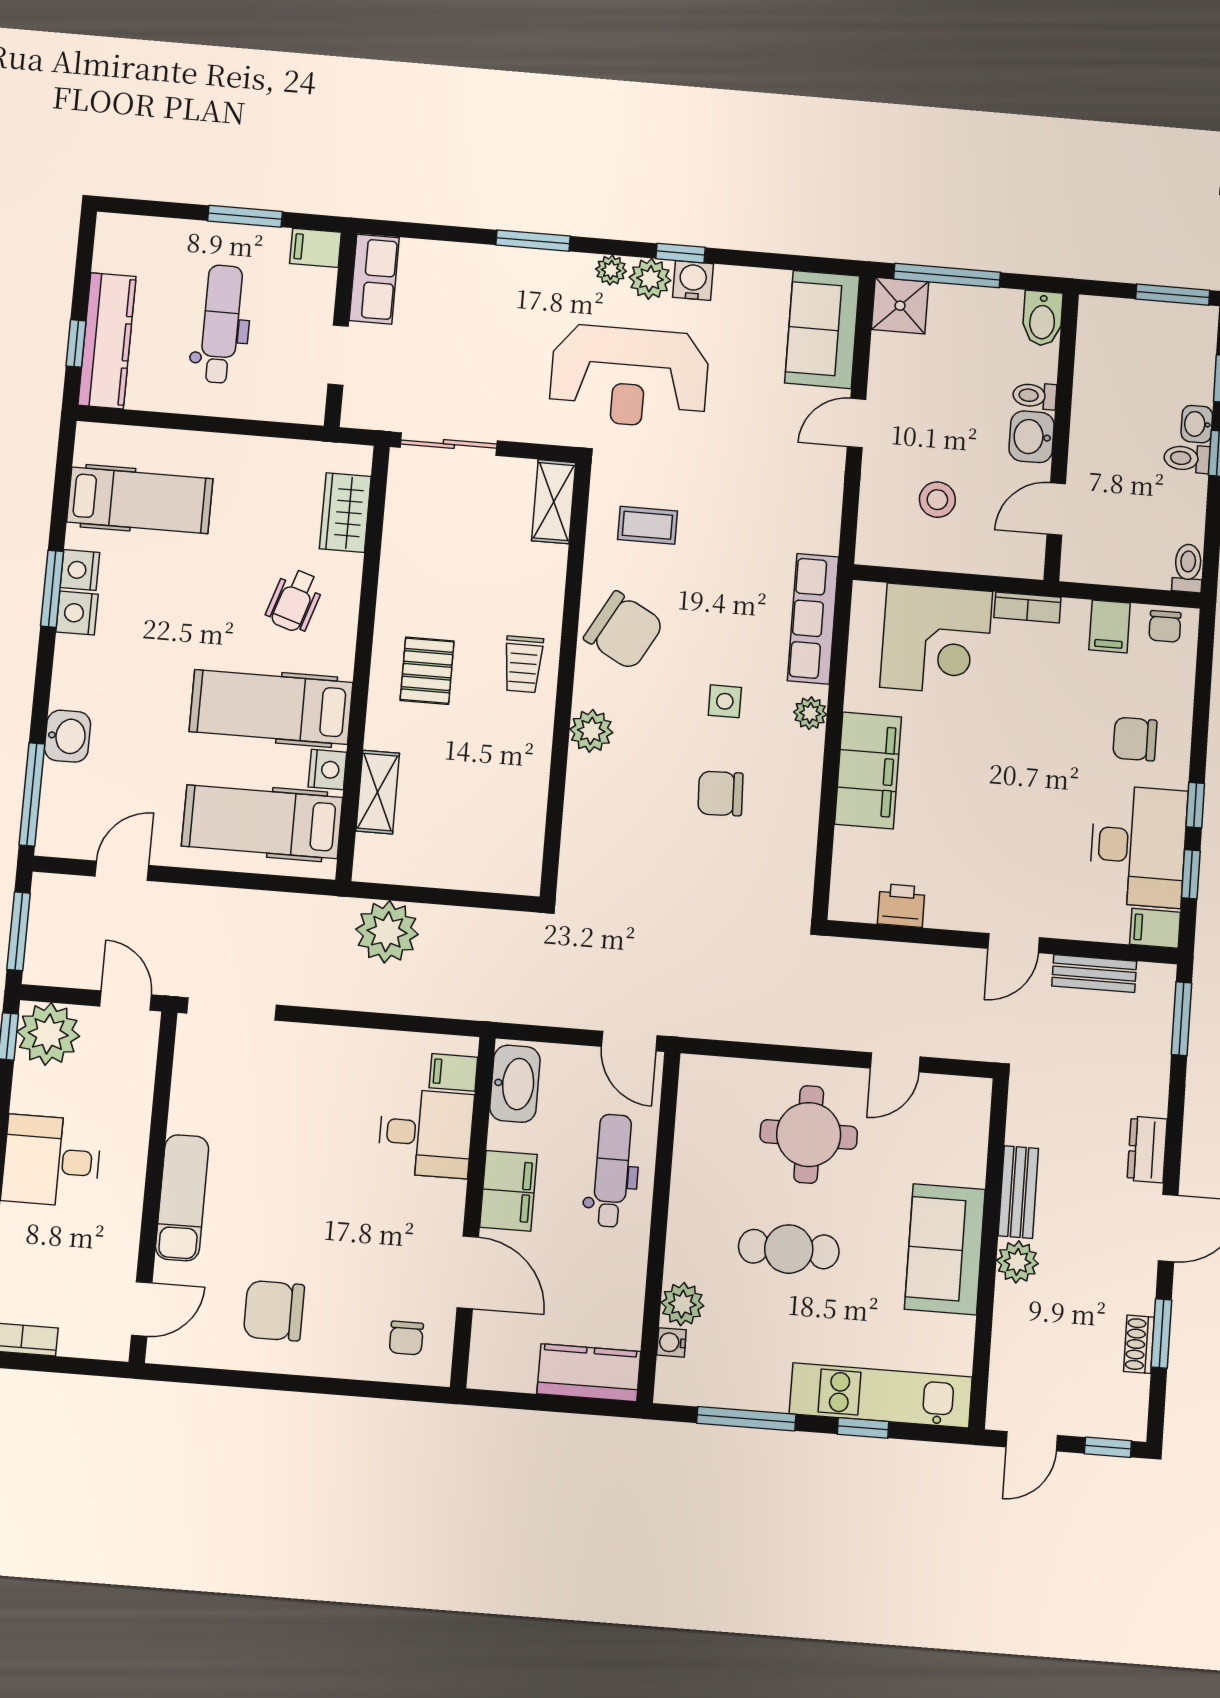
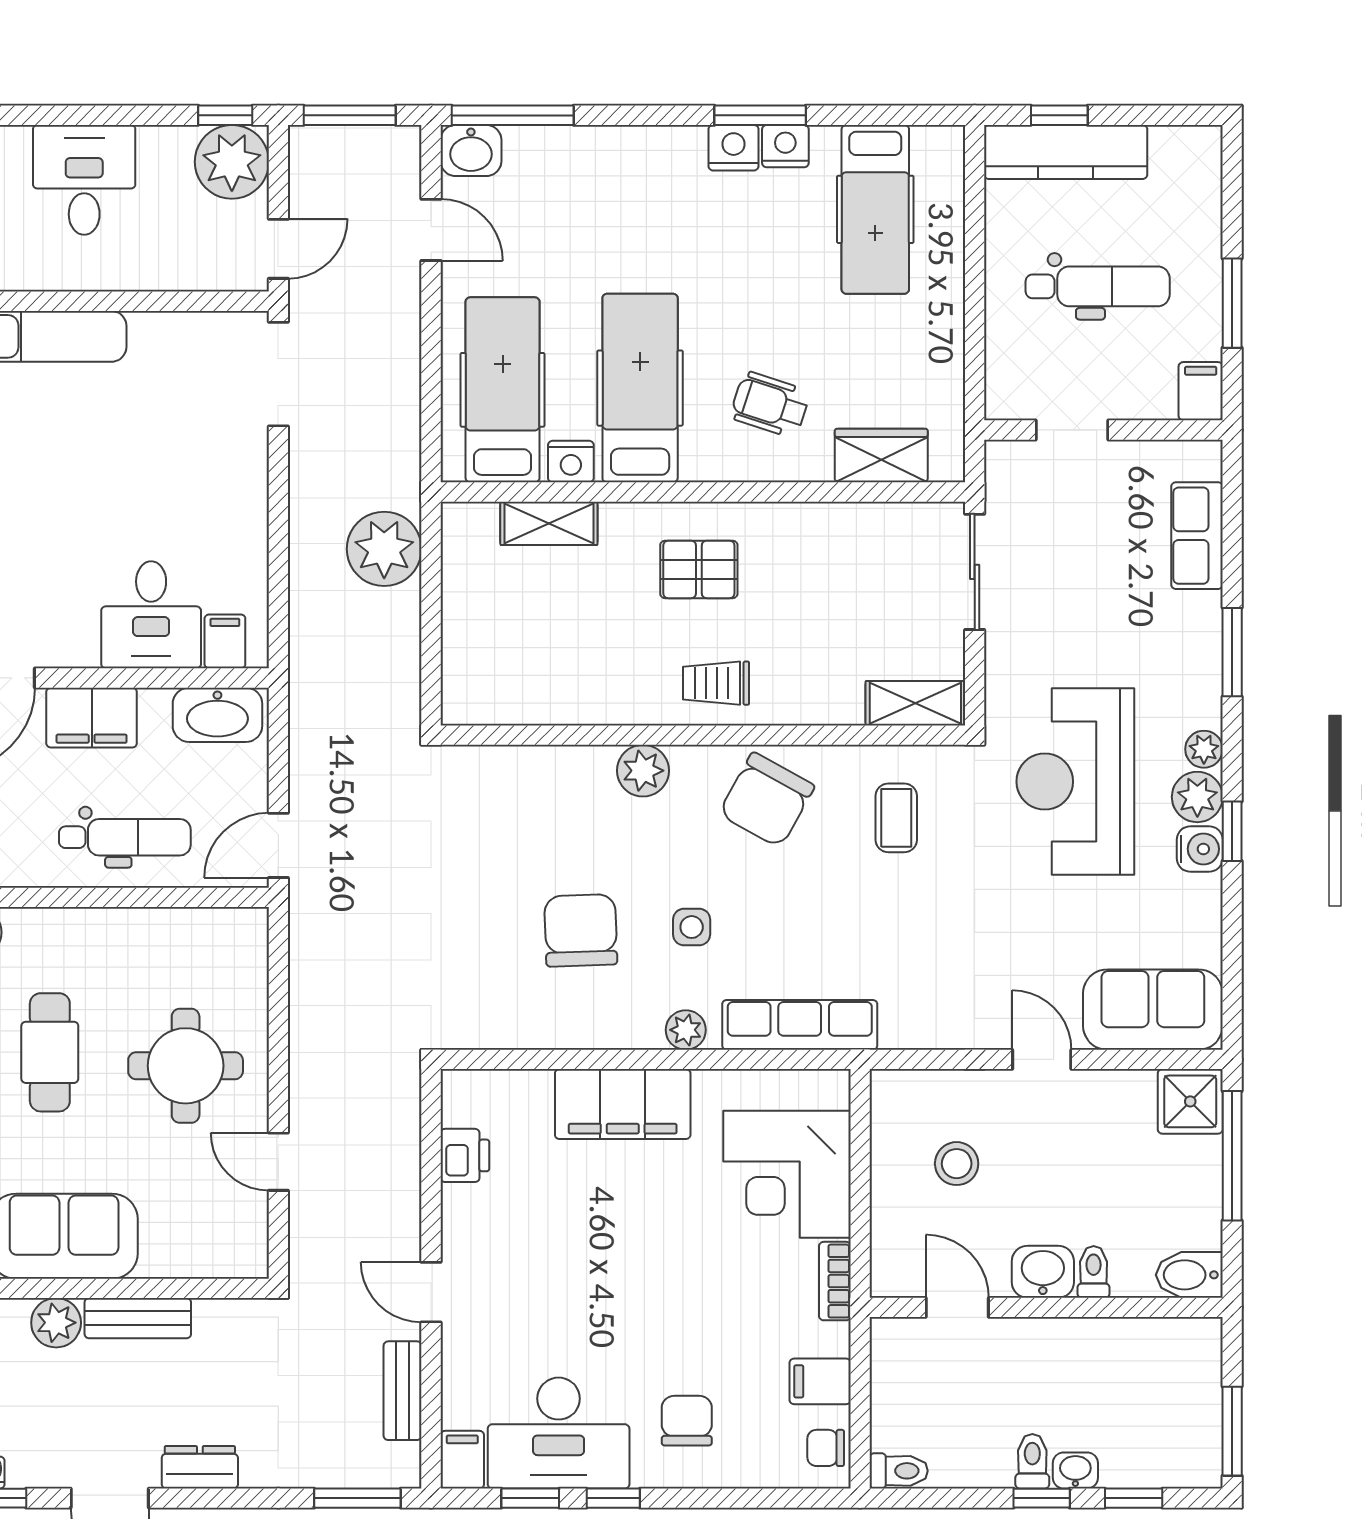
row of seats: (374, 279) -> (1197, 536), moved, turned 90
washbasin: (67, 736) -> (471, 151), moved
chair: (720, 793) -> (581, 930), width x1.37, depth x1.37

